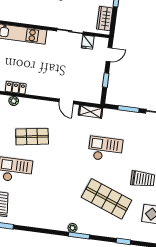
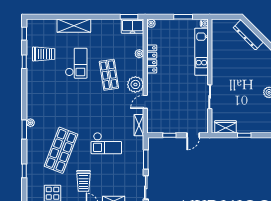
fridge: (88, 42) -> (202, 114), removed
door: (109, 55) -> (193, 135), hinge flipped
locker: (16, 88) -> (152, 59), width x1.53
plant: (46, 109) -> (135, 84), added
checkout: (105, 149) -> (106, 143), turned 90

